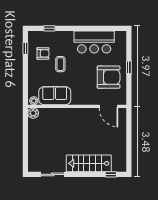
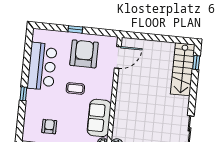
window: (49, 28) -> (23, 94), moved
coffee table: (60, 64) -> (75, 88), moved
stairs: (89, 163) -> (183, 69), moved

